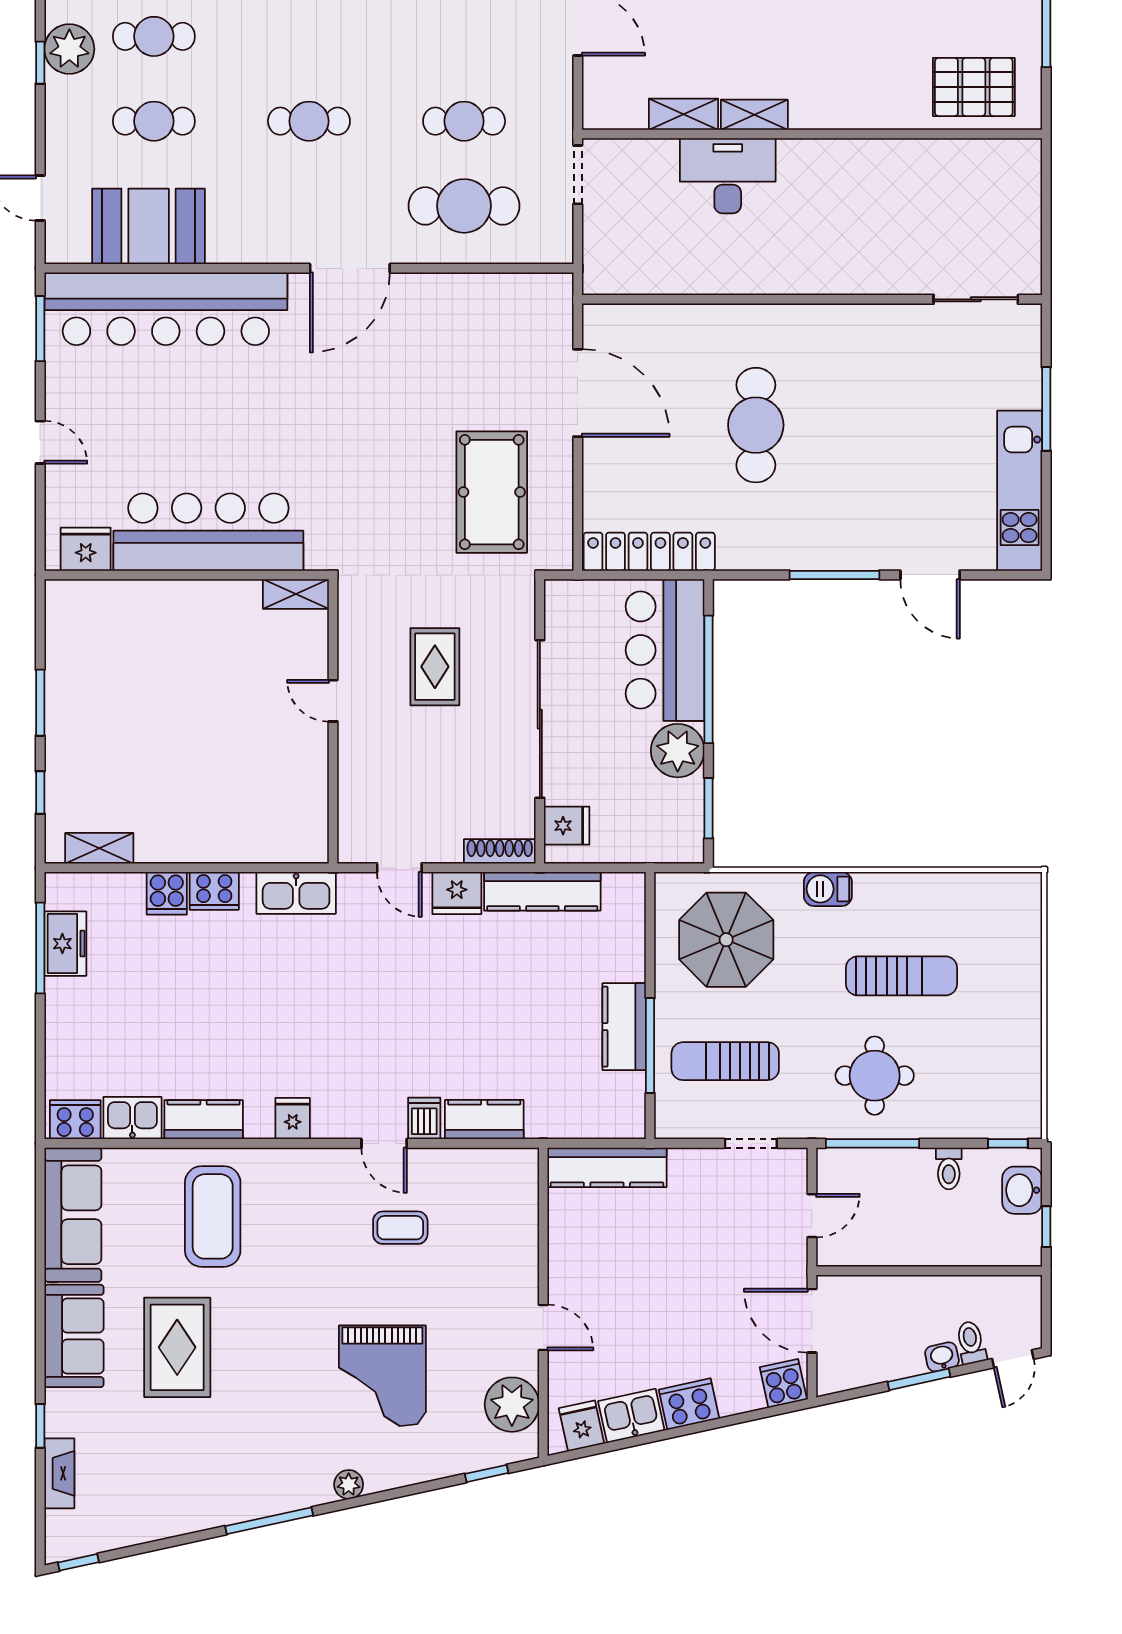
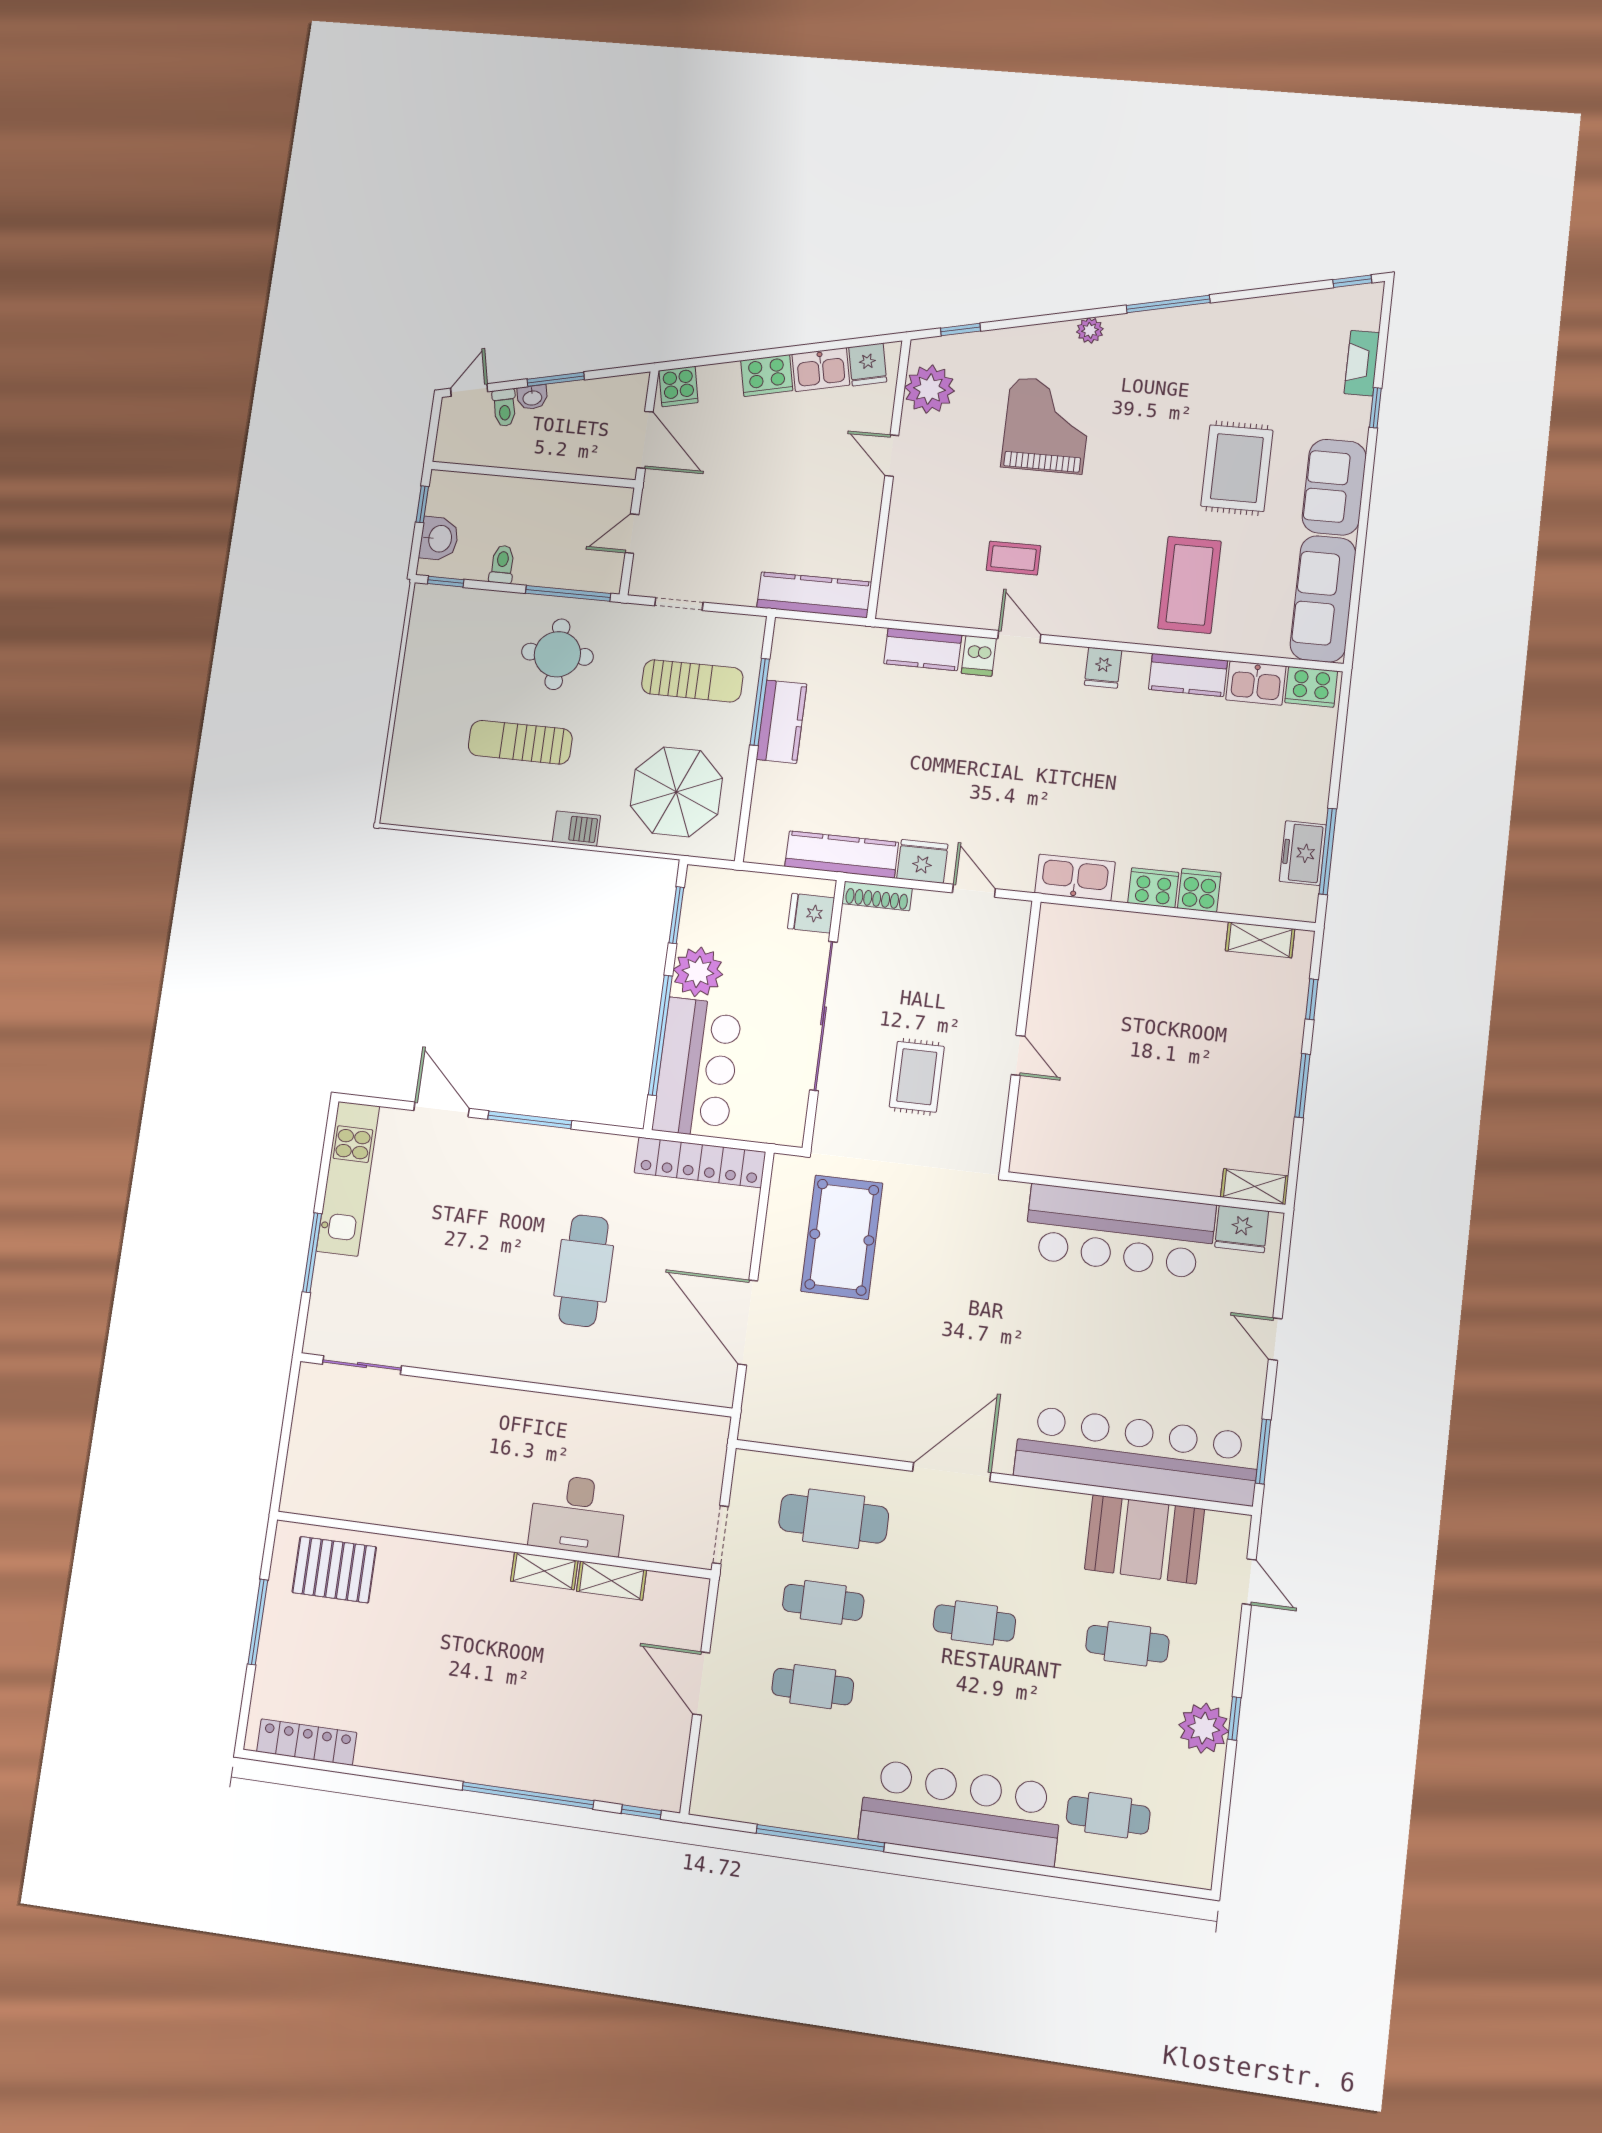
cafe table: (154, 36) -> (813, 1687), moved
shelving: (296, 594) -> (1255, 1187), moved

